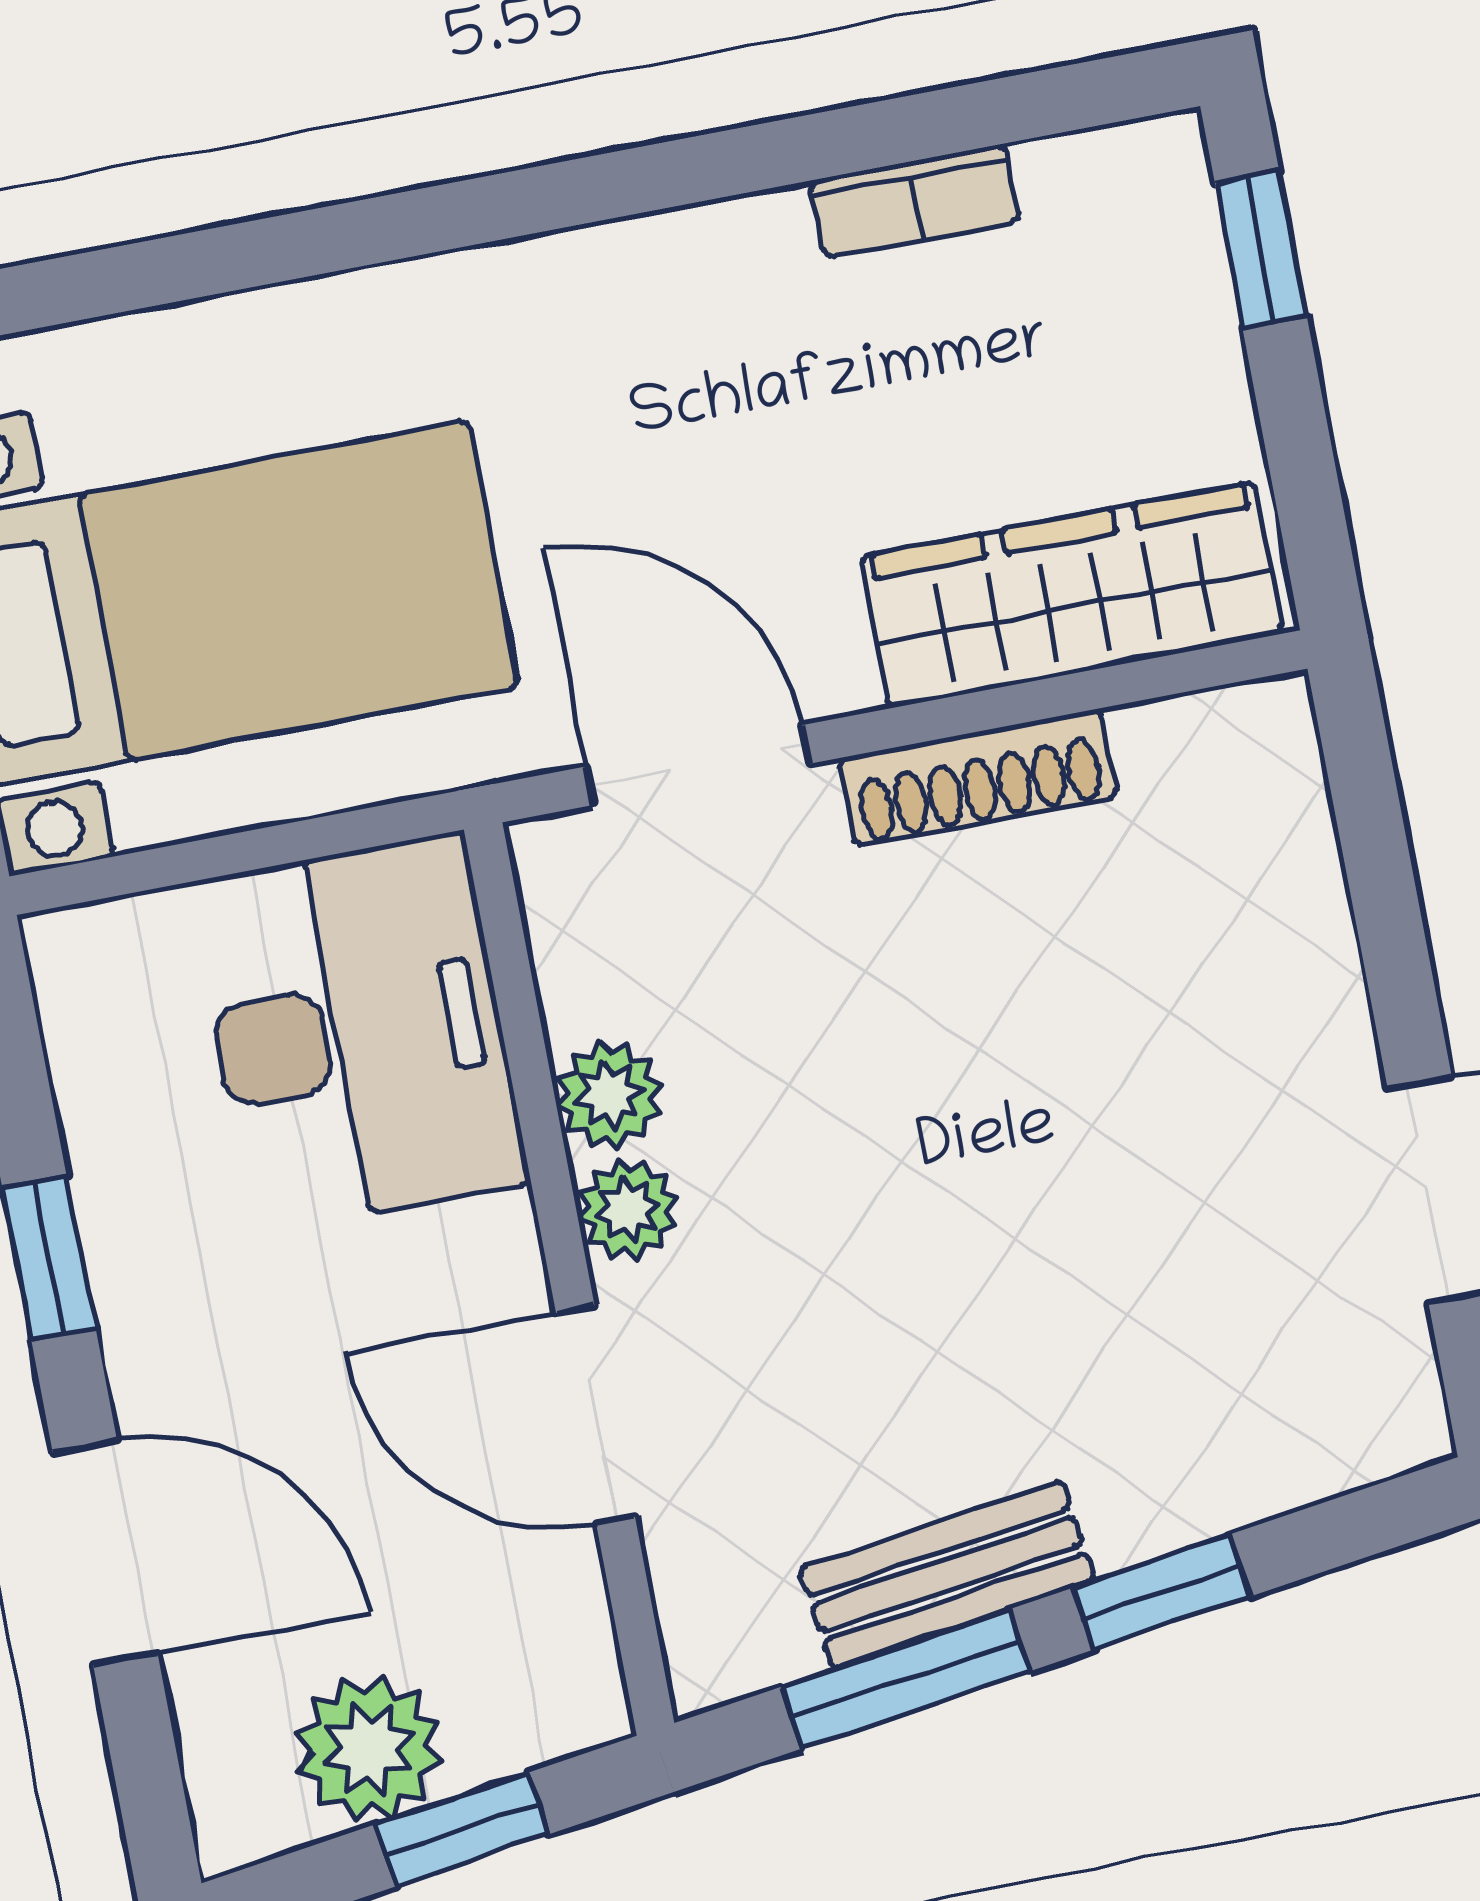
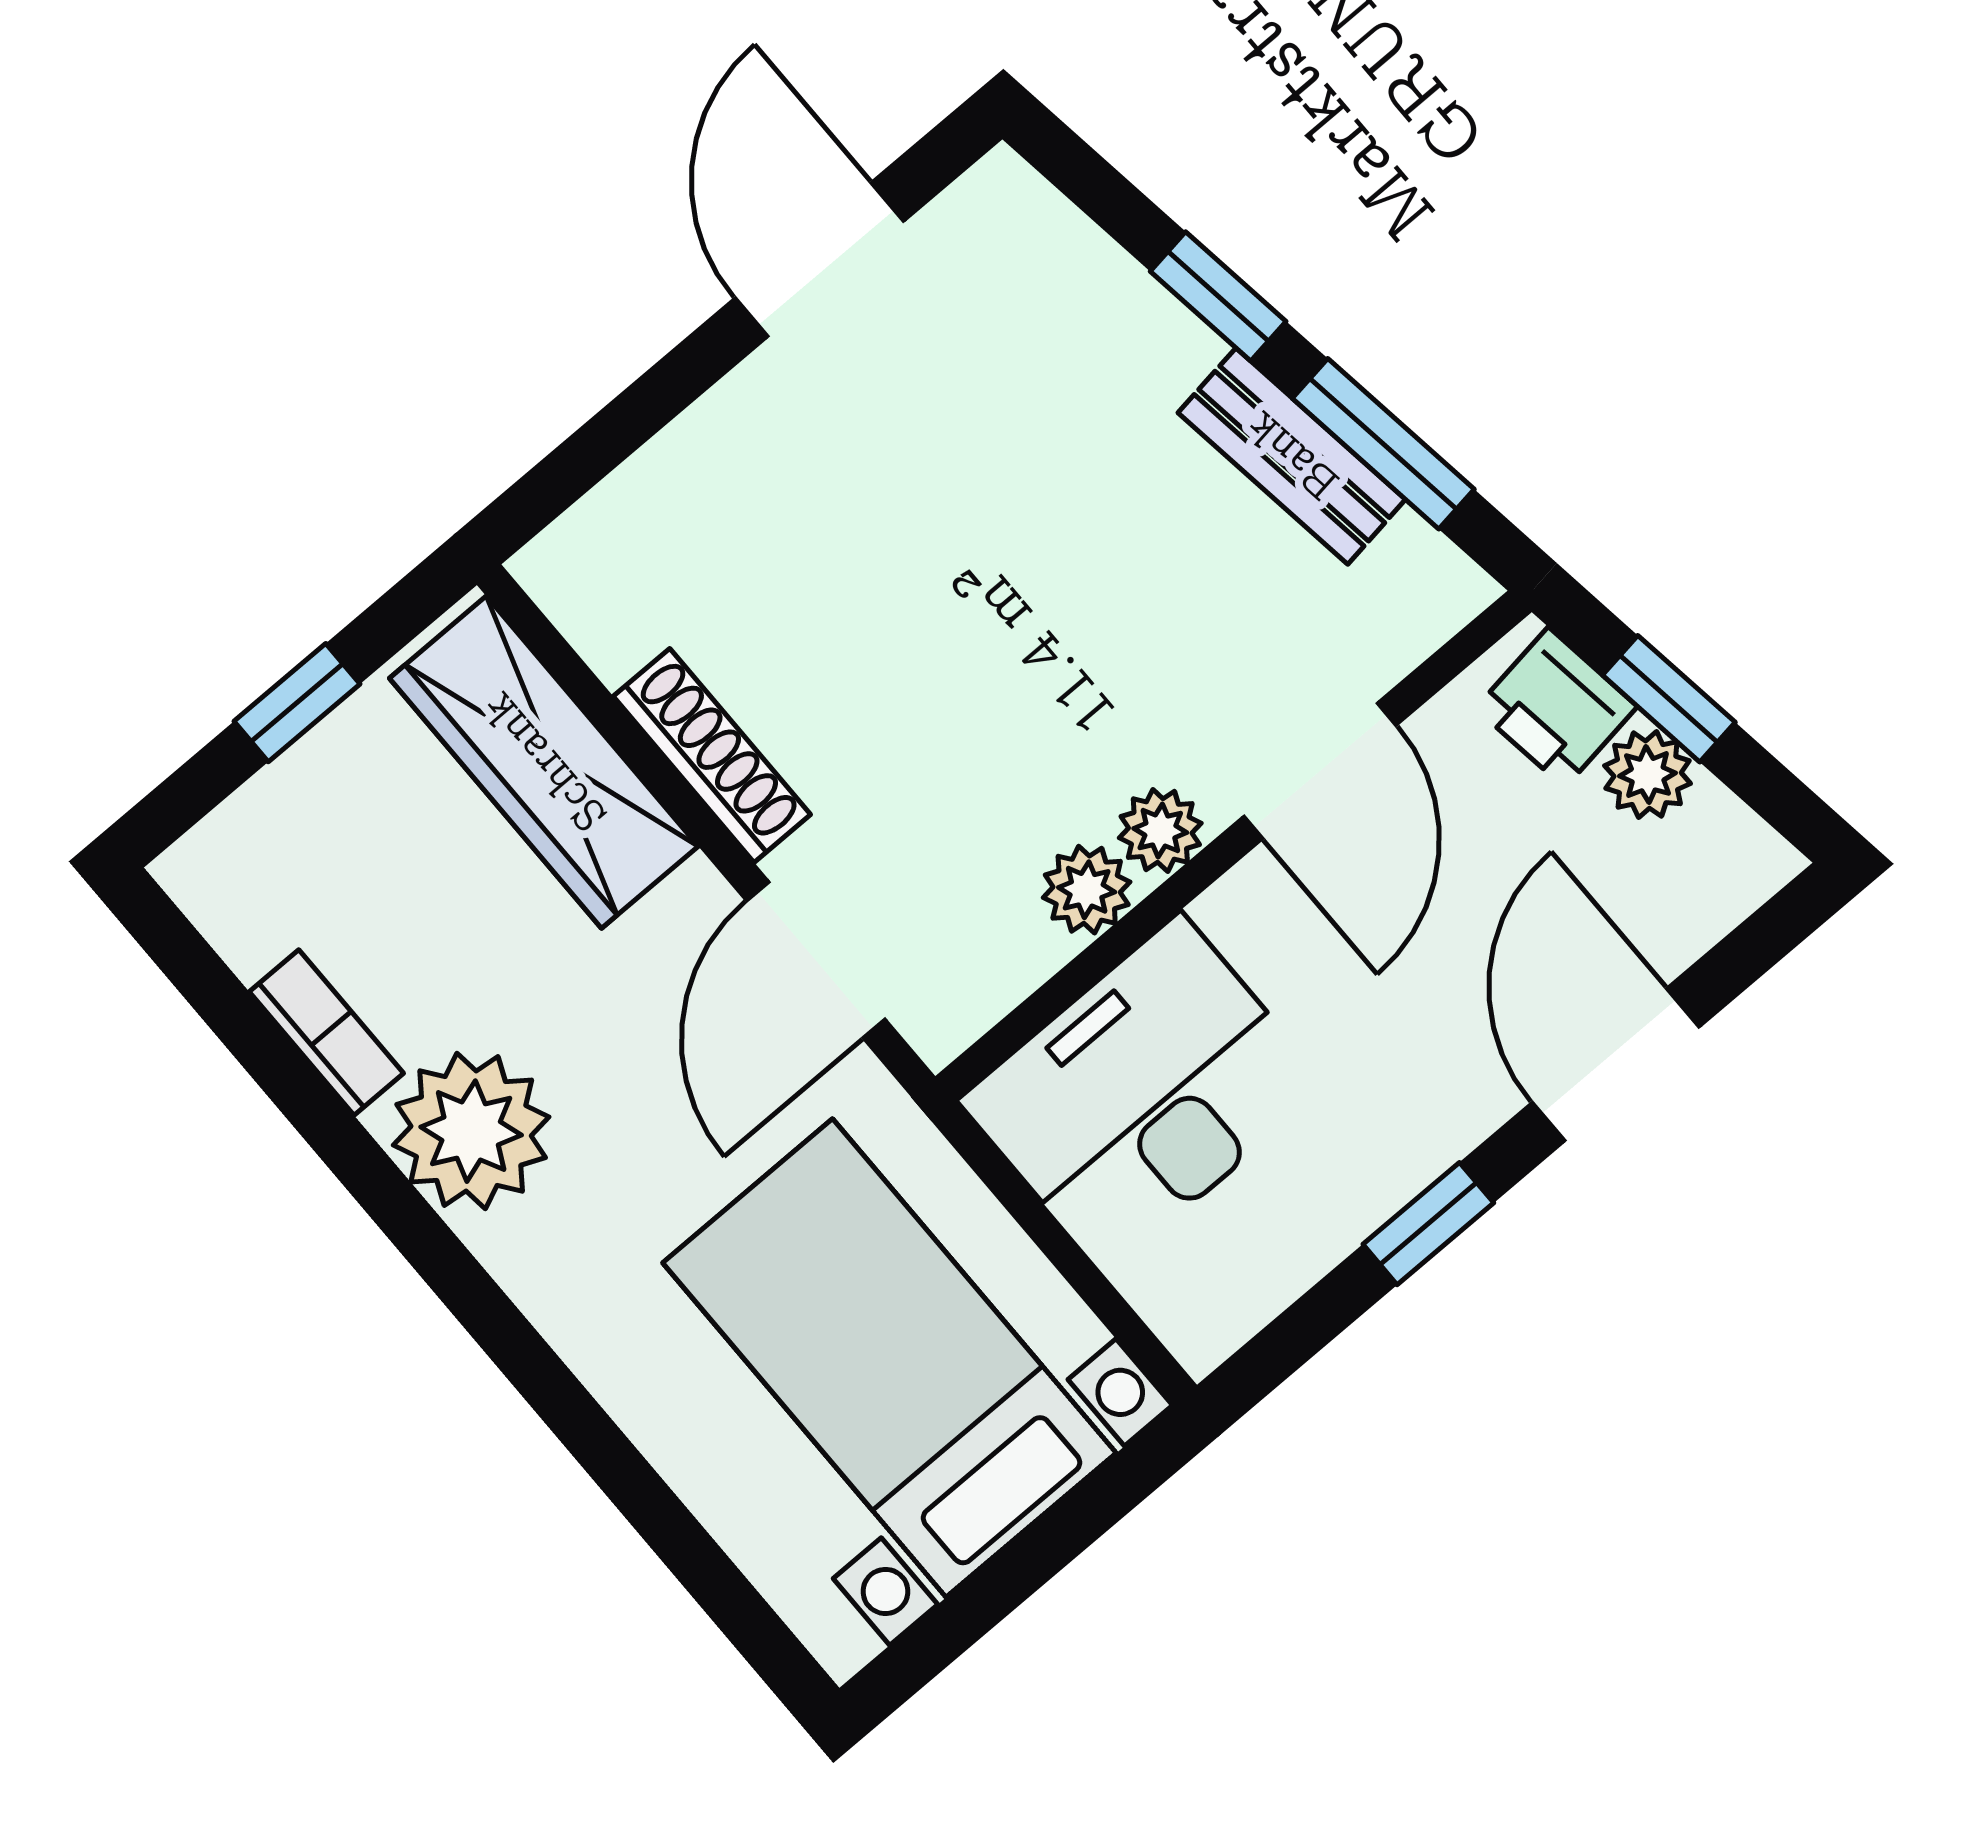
window: (1261, 250) -> (297, 703), moved
plant: (723, 296) -> (471, 1131), added
printer: (521, 1705) -> (1556, 707), added
plant: (369, 1748) -> (1648, 775), width x0.73, depth x0.73

